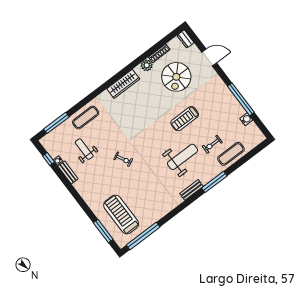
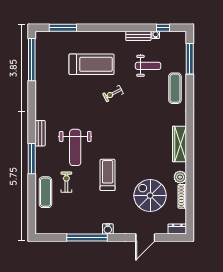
water cooler: (246, 119) -> (108, 229), moved
treadmill: (121, 214) -> (92, 64), moved

